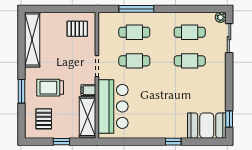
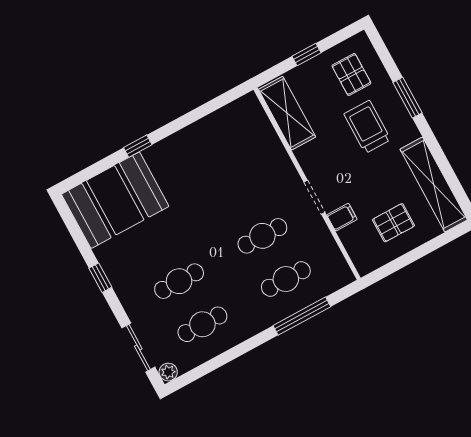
pallet: (77, 29) -> (394, 223), moved
trolley: (50, 88) -> (367, 127), turned -90
filing cabinet: (88, 90) -> (342, 217), moved
bar counter: (113, 106) -> (257, 150), removed
window: (229, 119) -> (100, 278), moved
booth: (207, 126) -> (115, 200), width x1.36, depth x1.42

